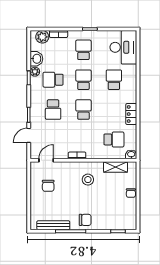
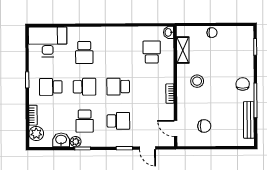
school desk: (83, 80) -> (84, 87), turned 180
school desk: (114, 80) -> (84, 52), turned -90
locker: (131, 114) -> (123, 33), removed

